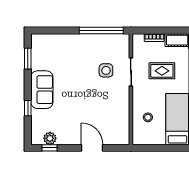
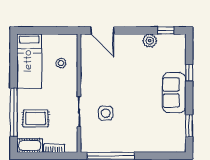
rug: (162, 71) -> (36, 118), moved
plant: (50, 138) -> (150, 41), moved
door: (92, 148) -> (103, 30), moved

